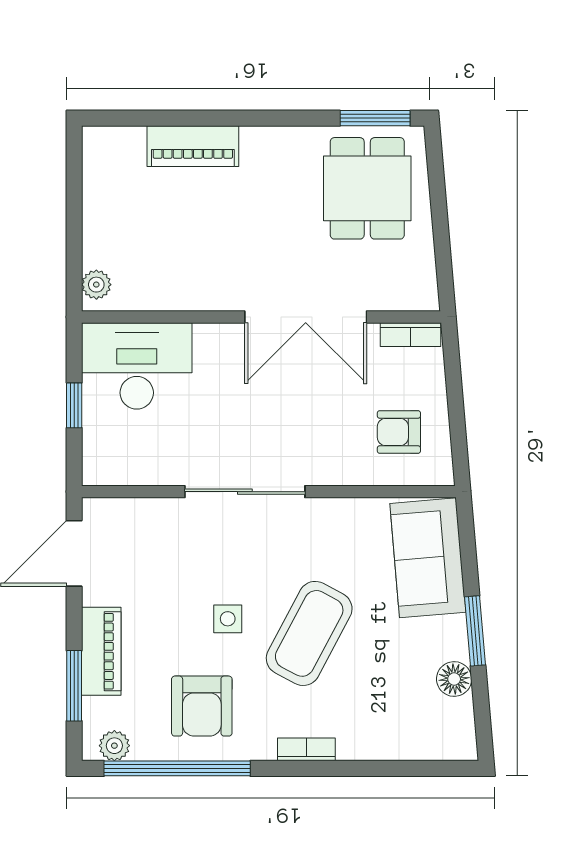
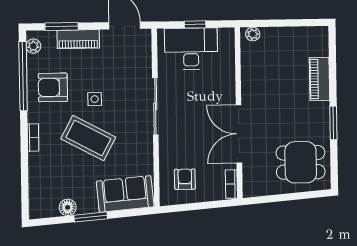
window: (375, 118) -> (333, 123), moved
desk: (137, 366) -> (191, 49), moved, turned -90

